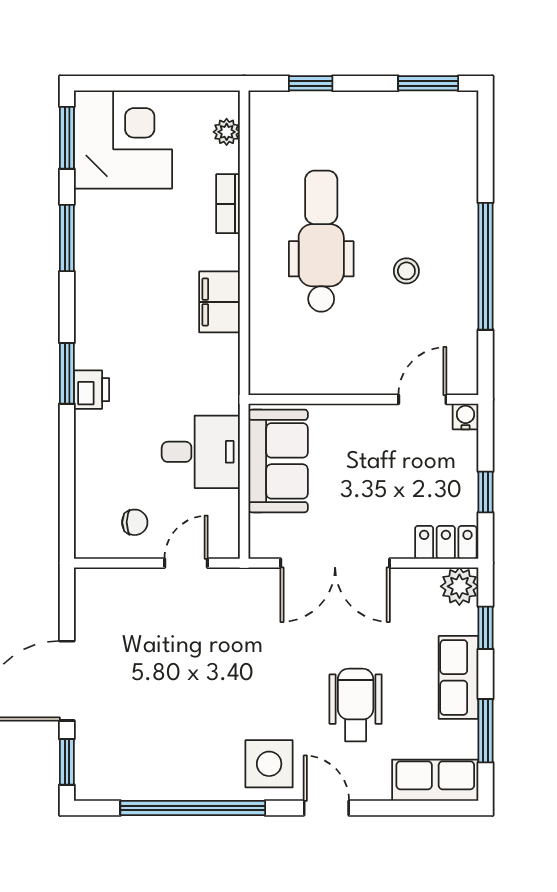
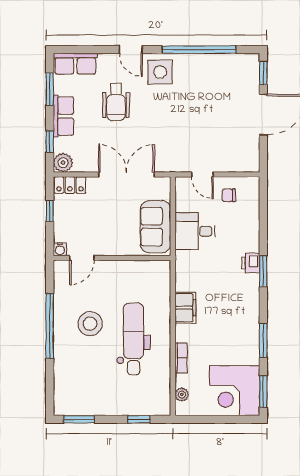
dental chair: (321, 241) -> (134, 339), turned 180
stool: (406, 271) -> (90, 324), width x1.89, depth x1.89
door: (186, 563) -> (202, 174), hinge flipped

